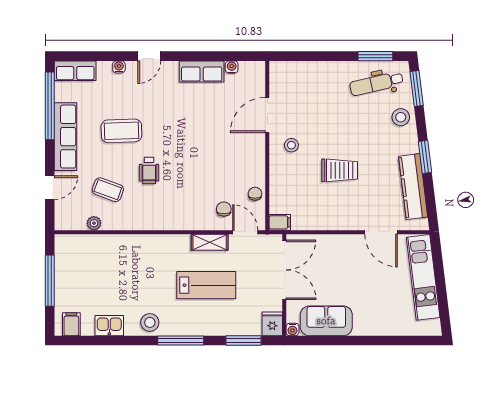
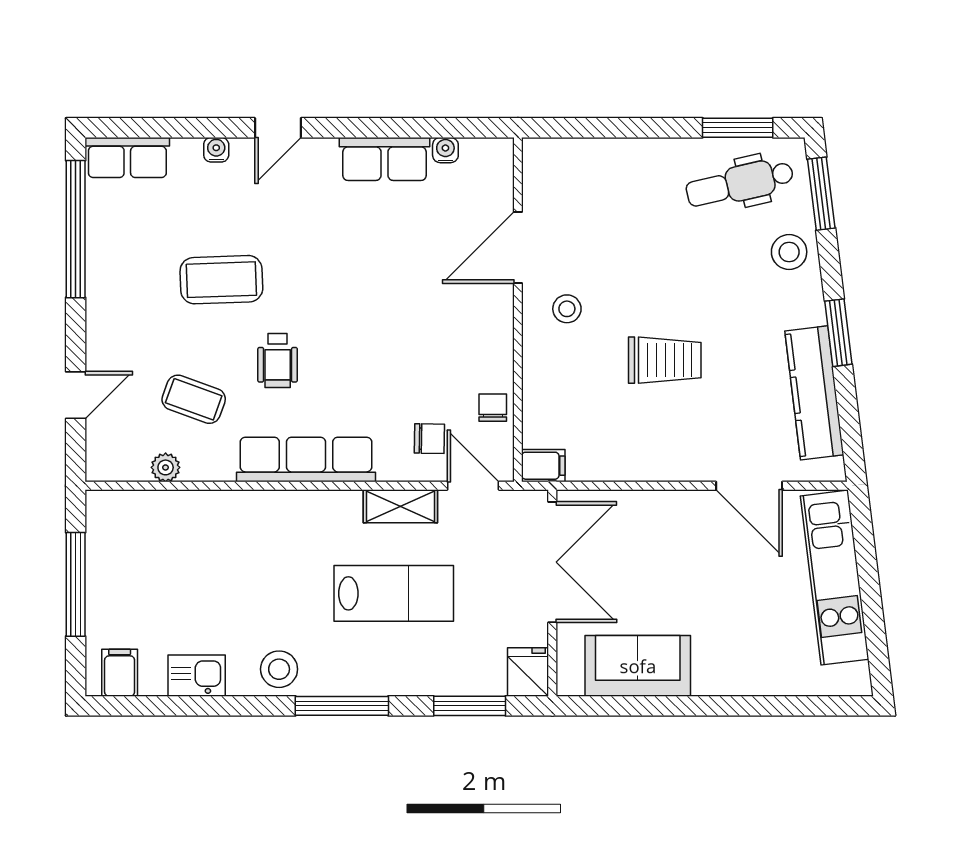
row of seats: (66, 137) -> (306, 459), moved, turned -90
chair: (224, 209) -> (429, 439), turned 91
water cooler: (292, 329) -> (569, 683), removed

